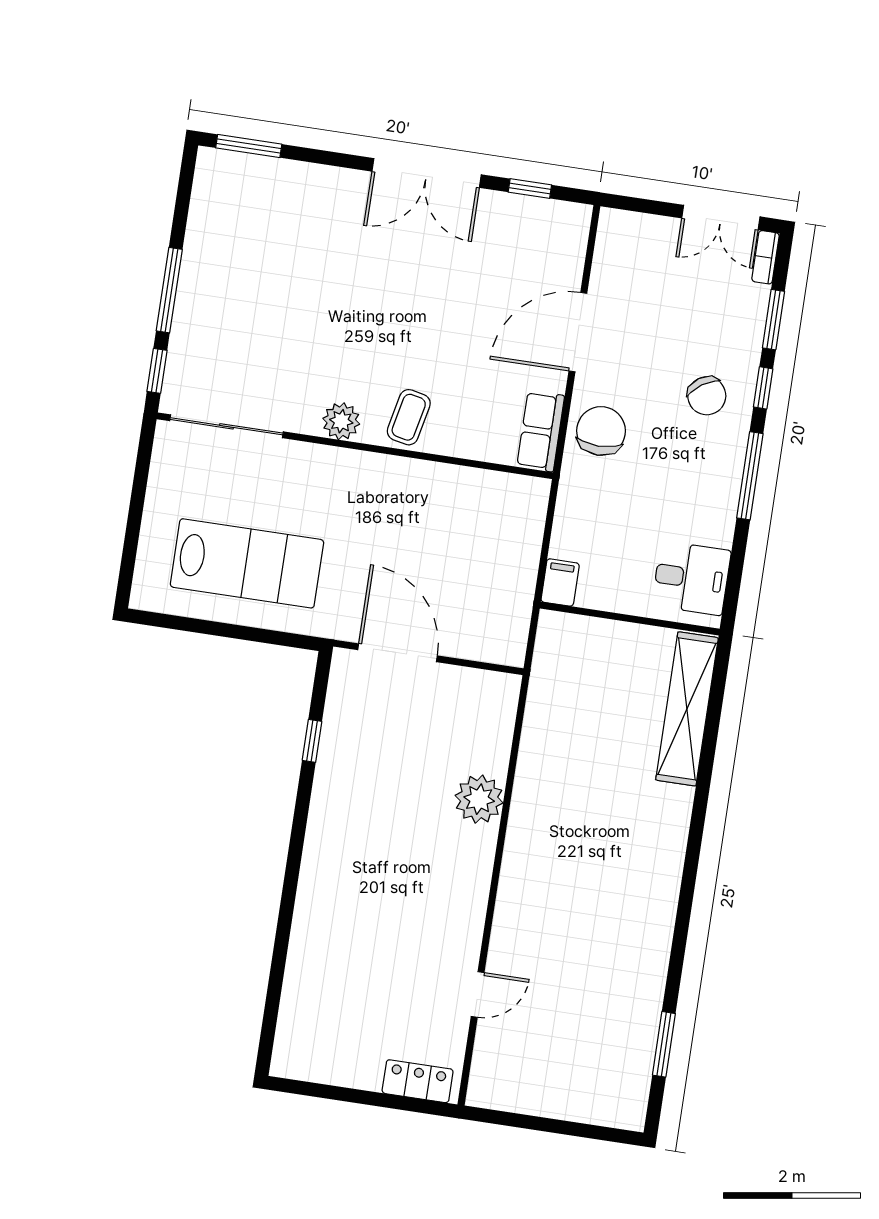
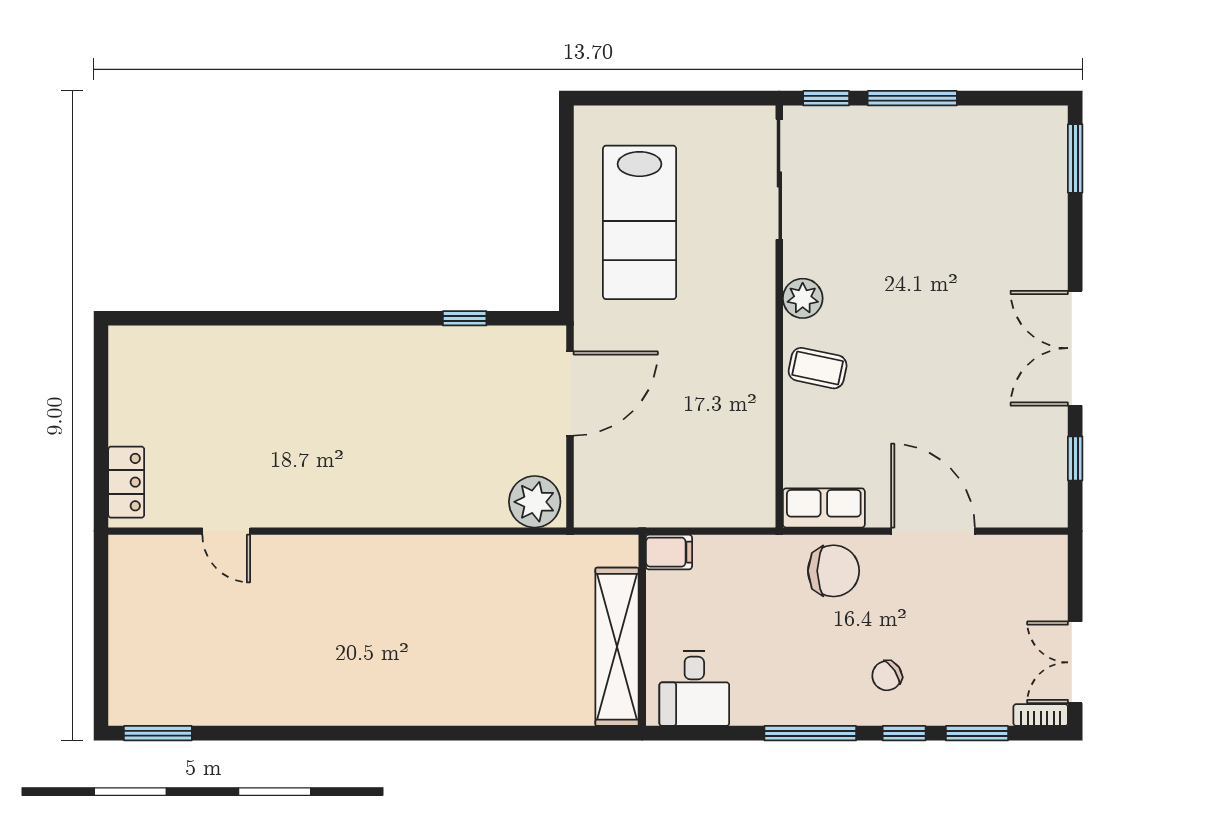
chair: (707, 396) -> (887, 676), width x0.73, depth x0.73
shelving: (687, 709) -> (617, 647), moved, turned 90
plant: (479, 799) -> (535, 502), moved
window: (664, 1044) -> (158, 733), moved

